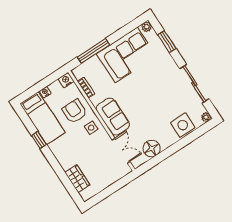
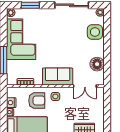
nightstand: (66, 80) -> (11, 103), moved
armchair: (75, 111) -> (37, 101), turned 180
double door: (121, 151) -> (85, 86), swing flipped

